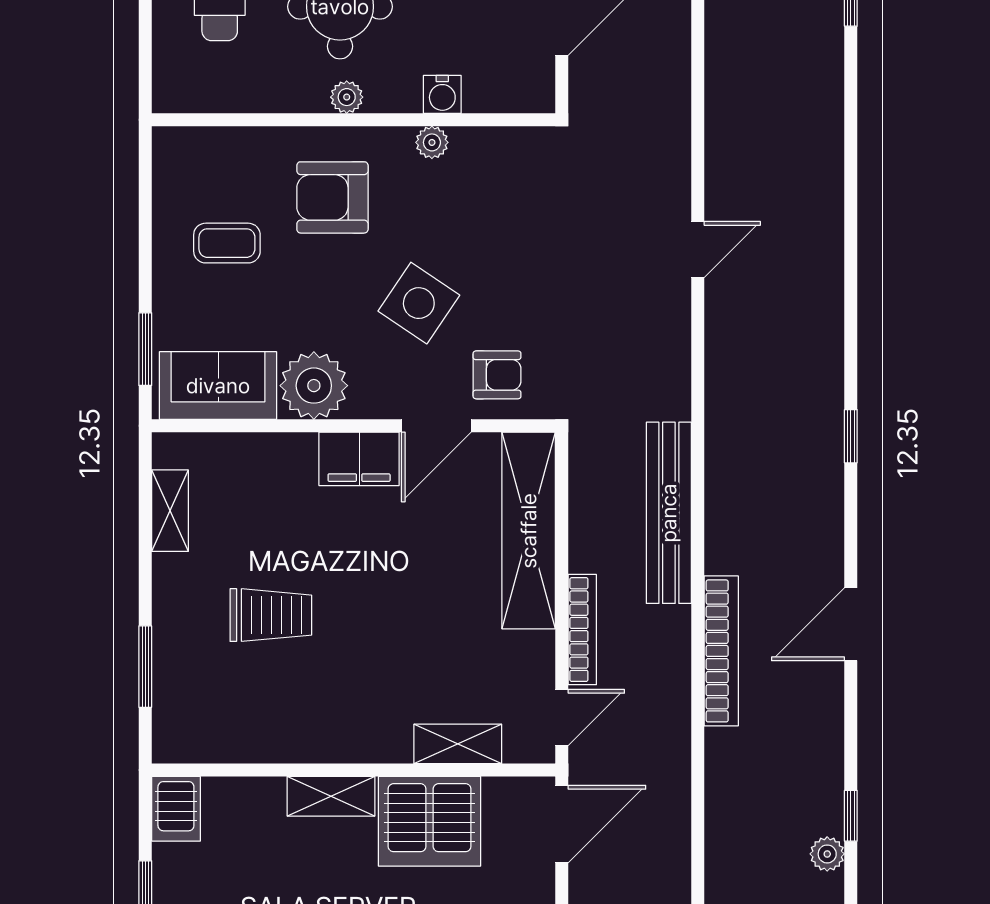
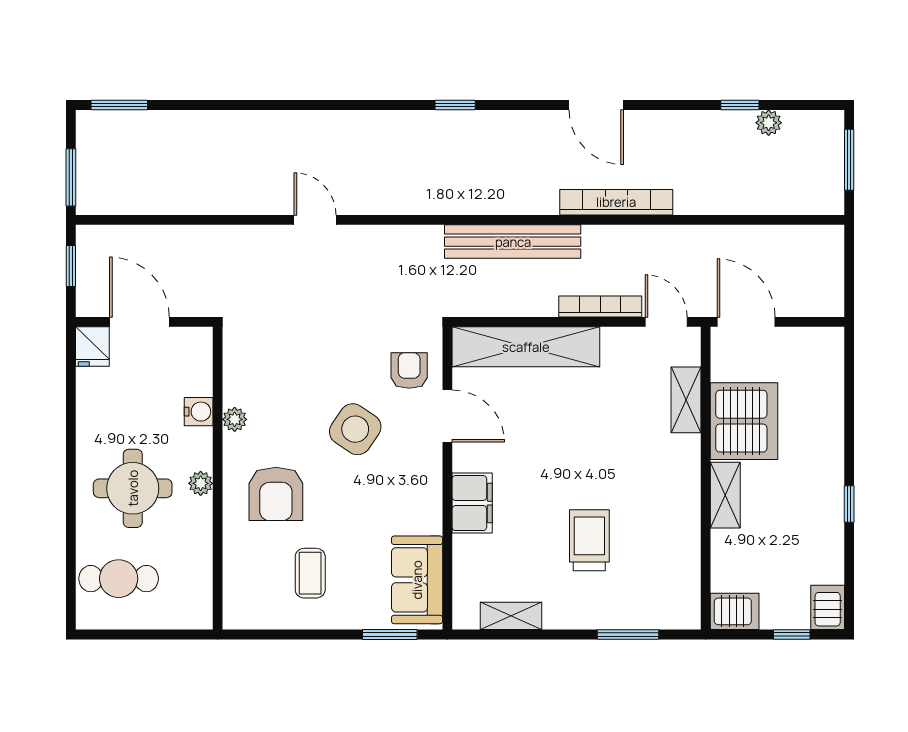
plant: (314, 386) -> (417, 508), removed
filing cabinet: (359, 459) -> (472, 503), moved

